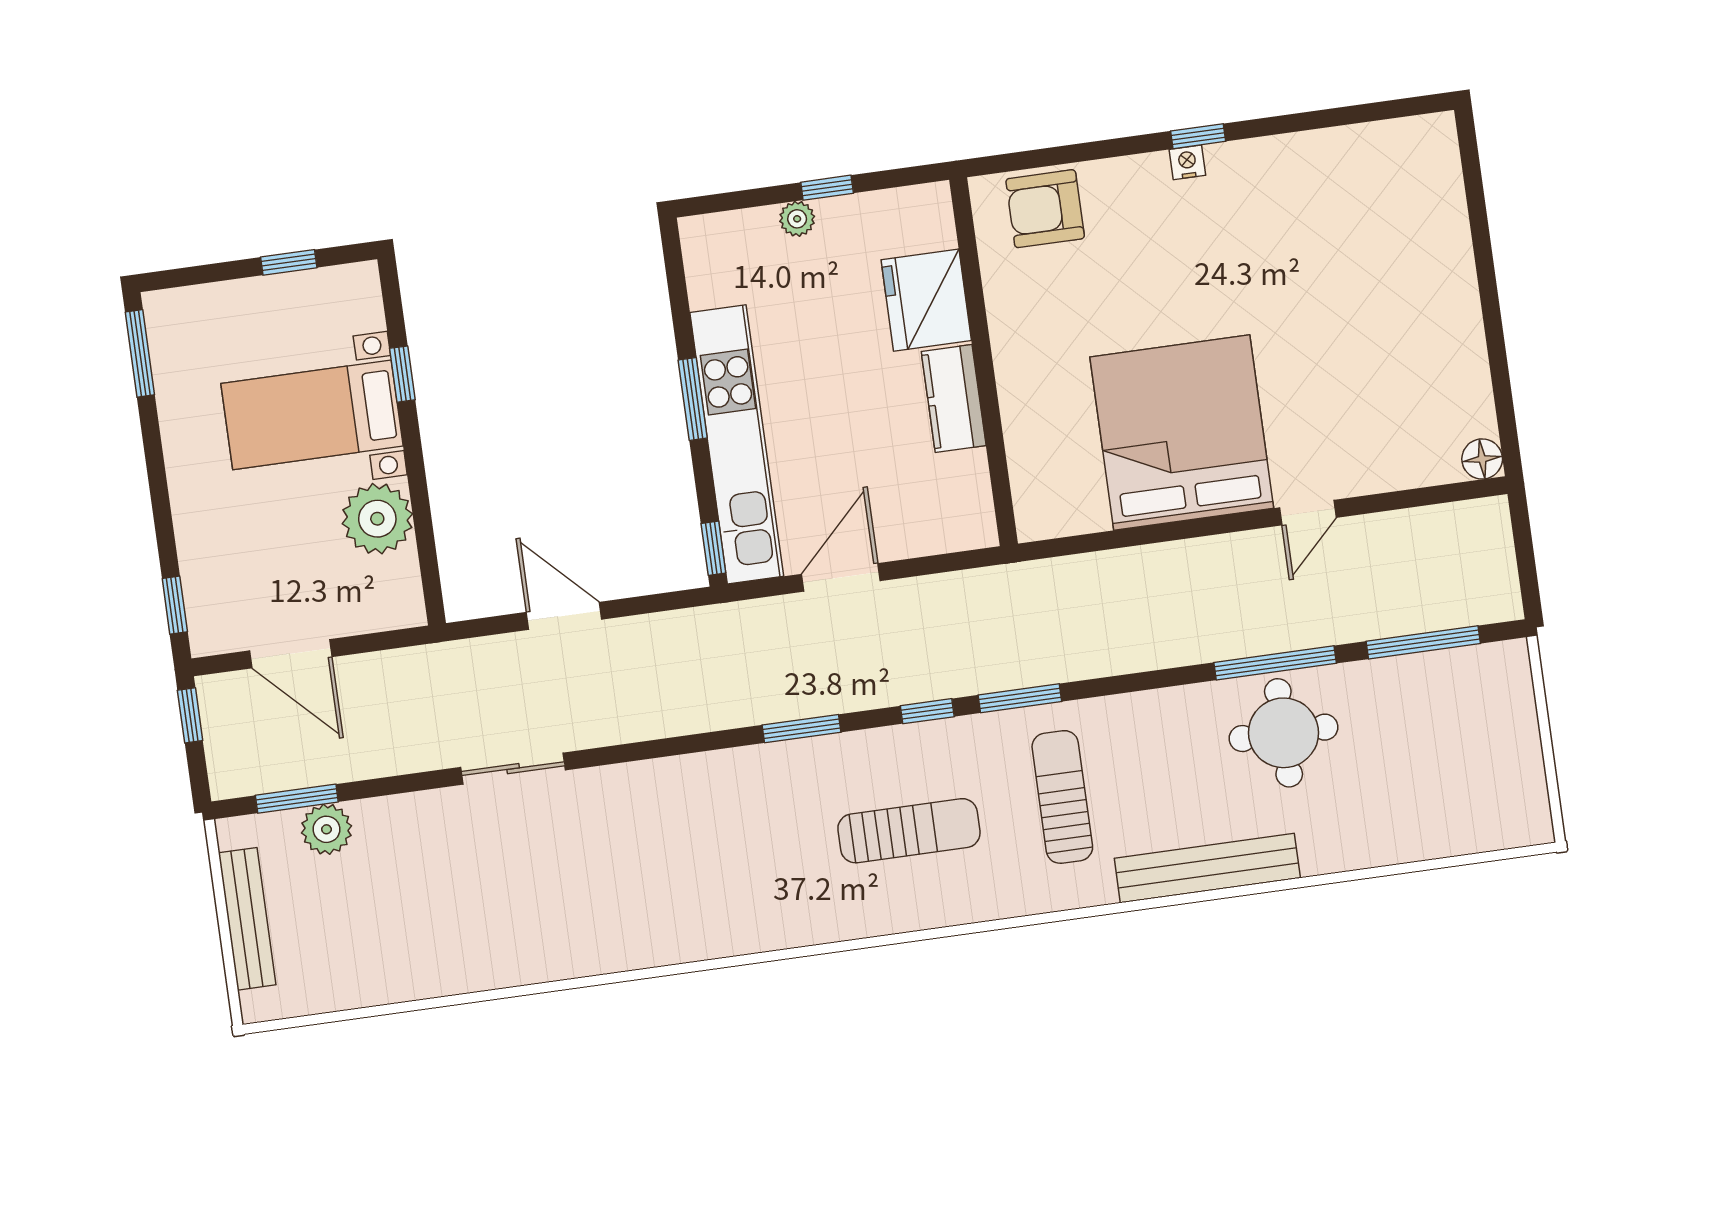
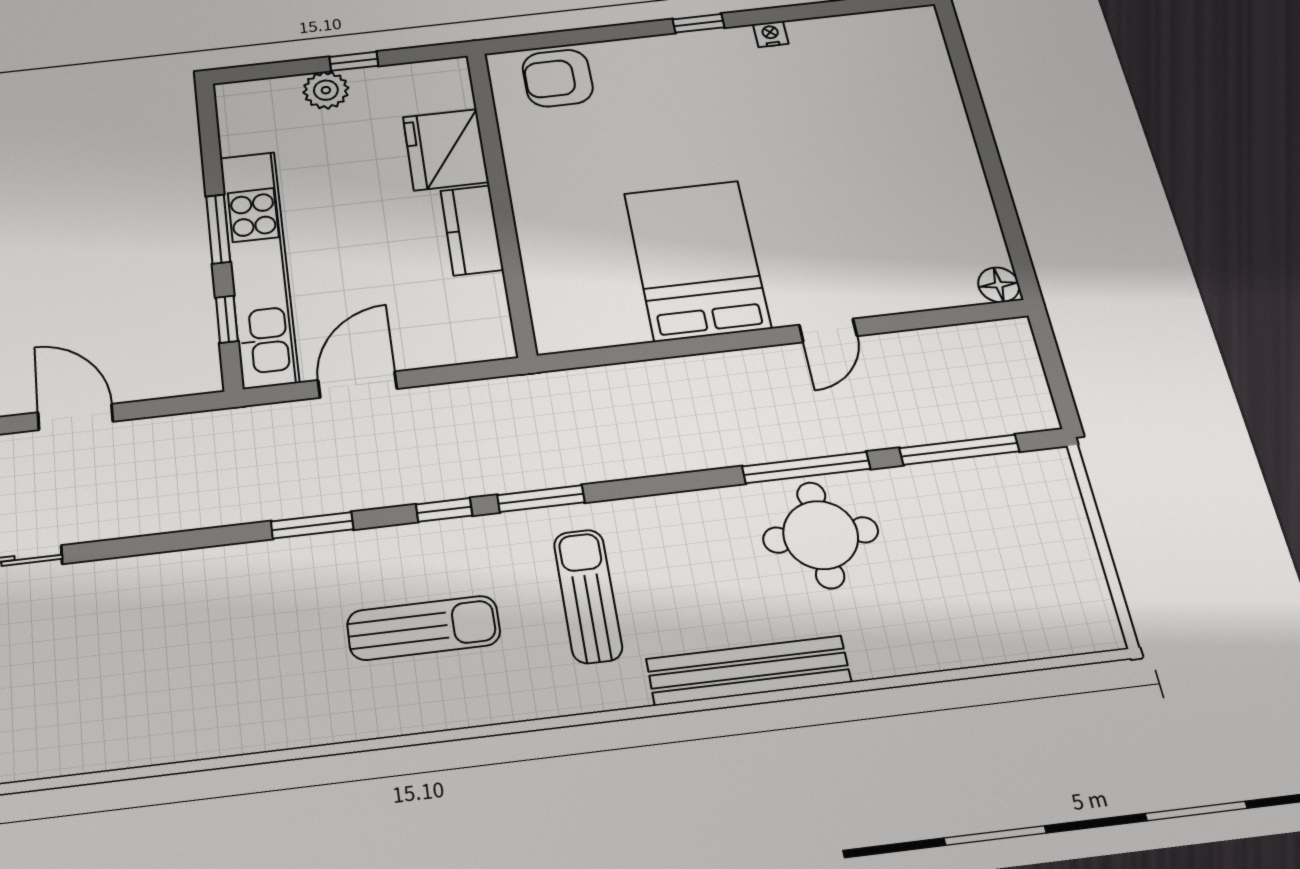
nightstand: (1187, 162) -> (771, 34), moved
plant: (797, 219) -> (326, 90), width x1.38, depth x1.38
bed: (1182, 433) -> (697, 260), width x0.73
window: (713, 548) -> (227, 319), moved

